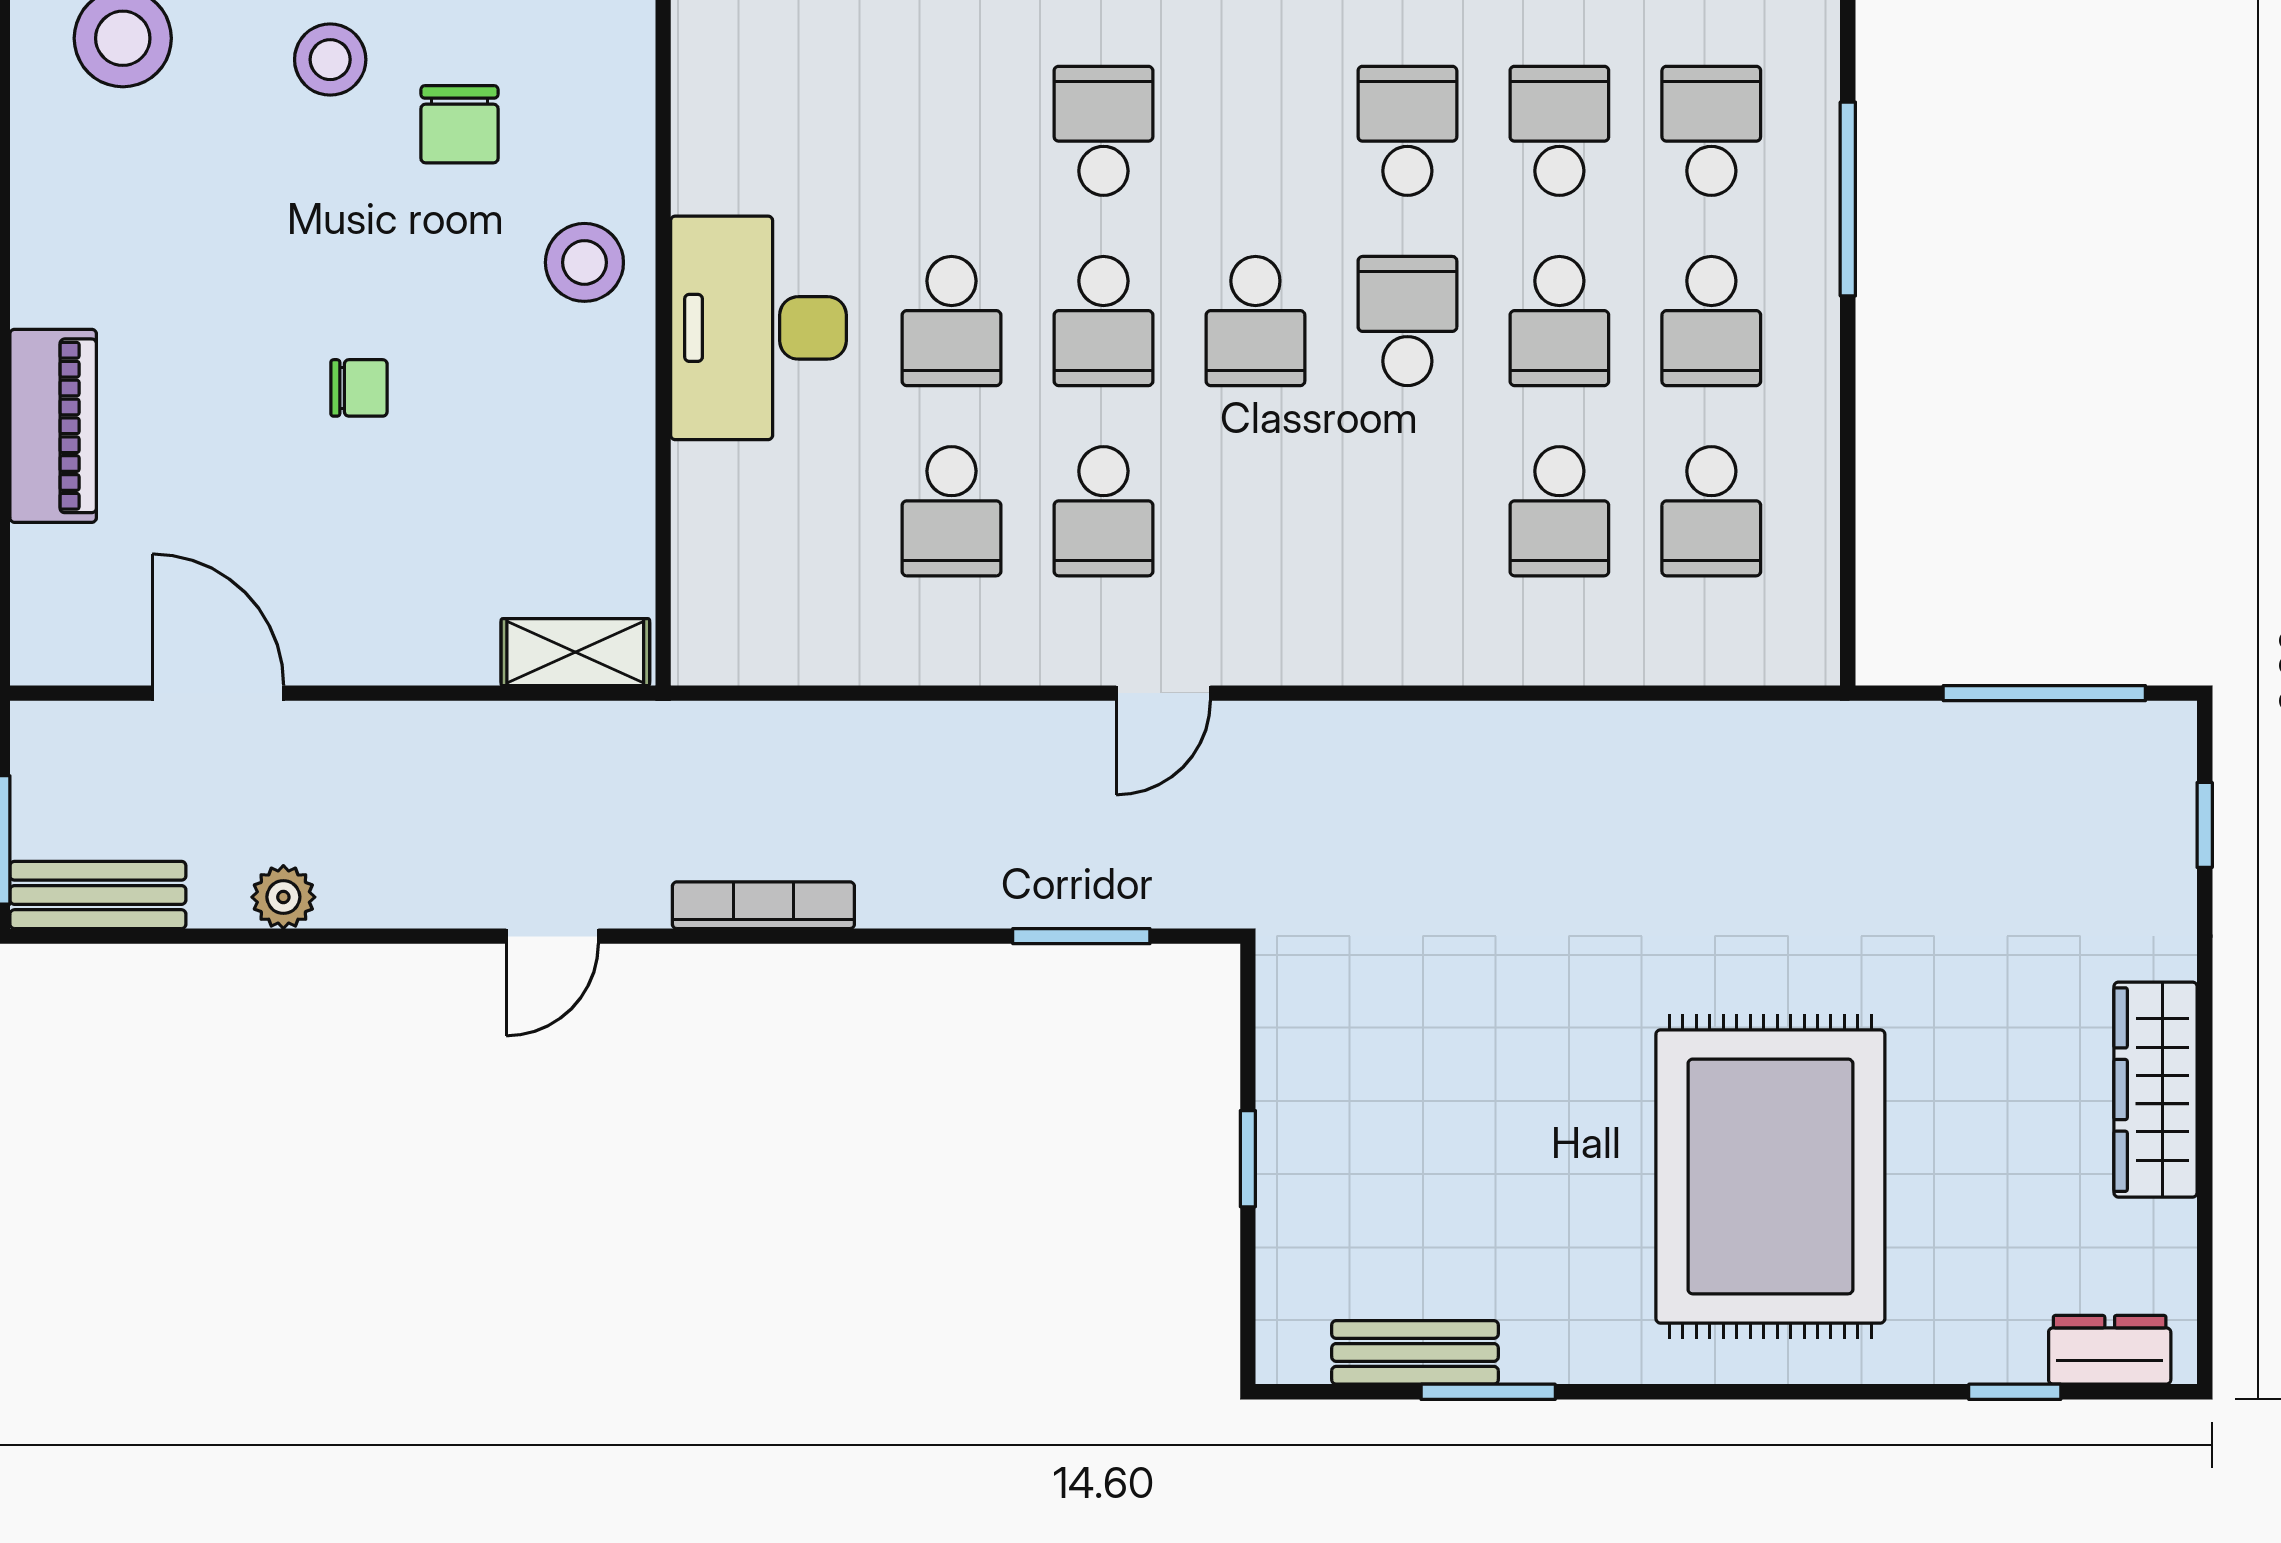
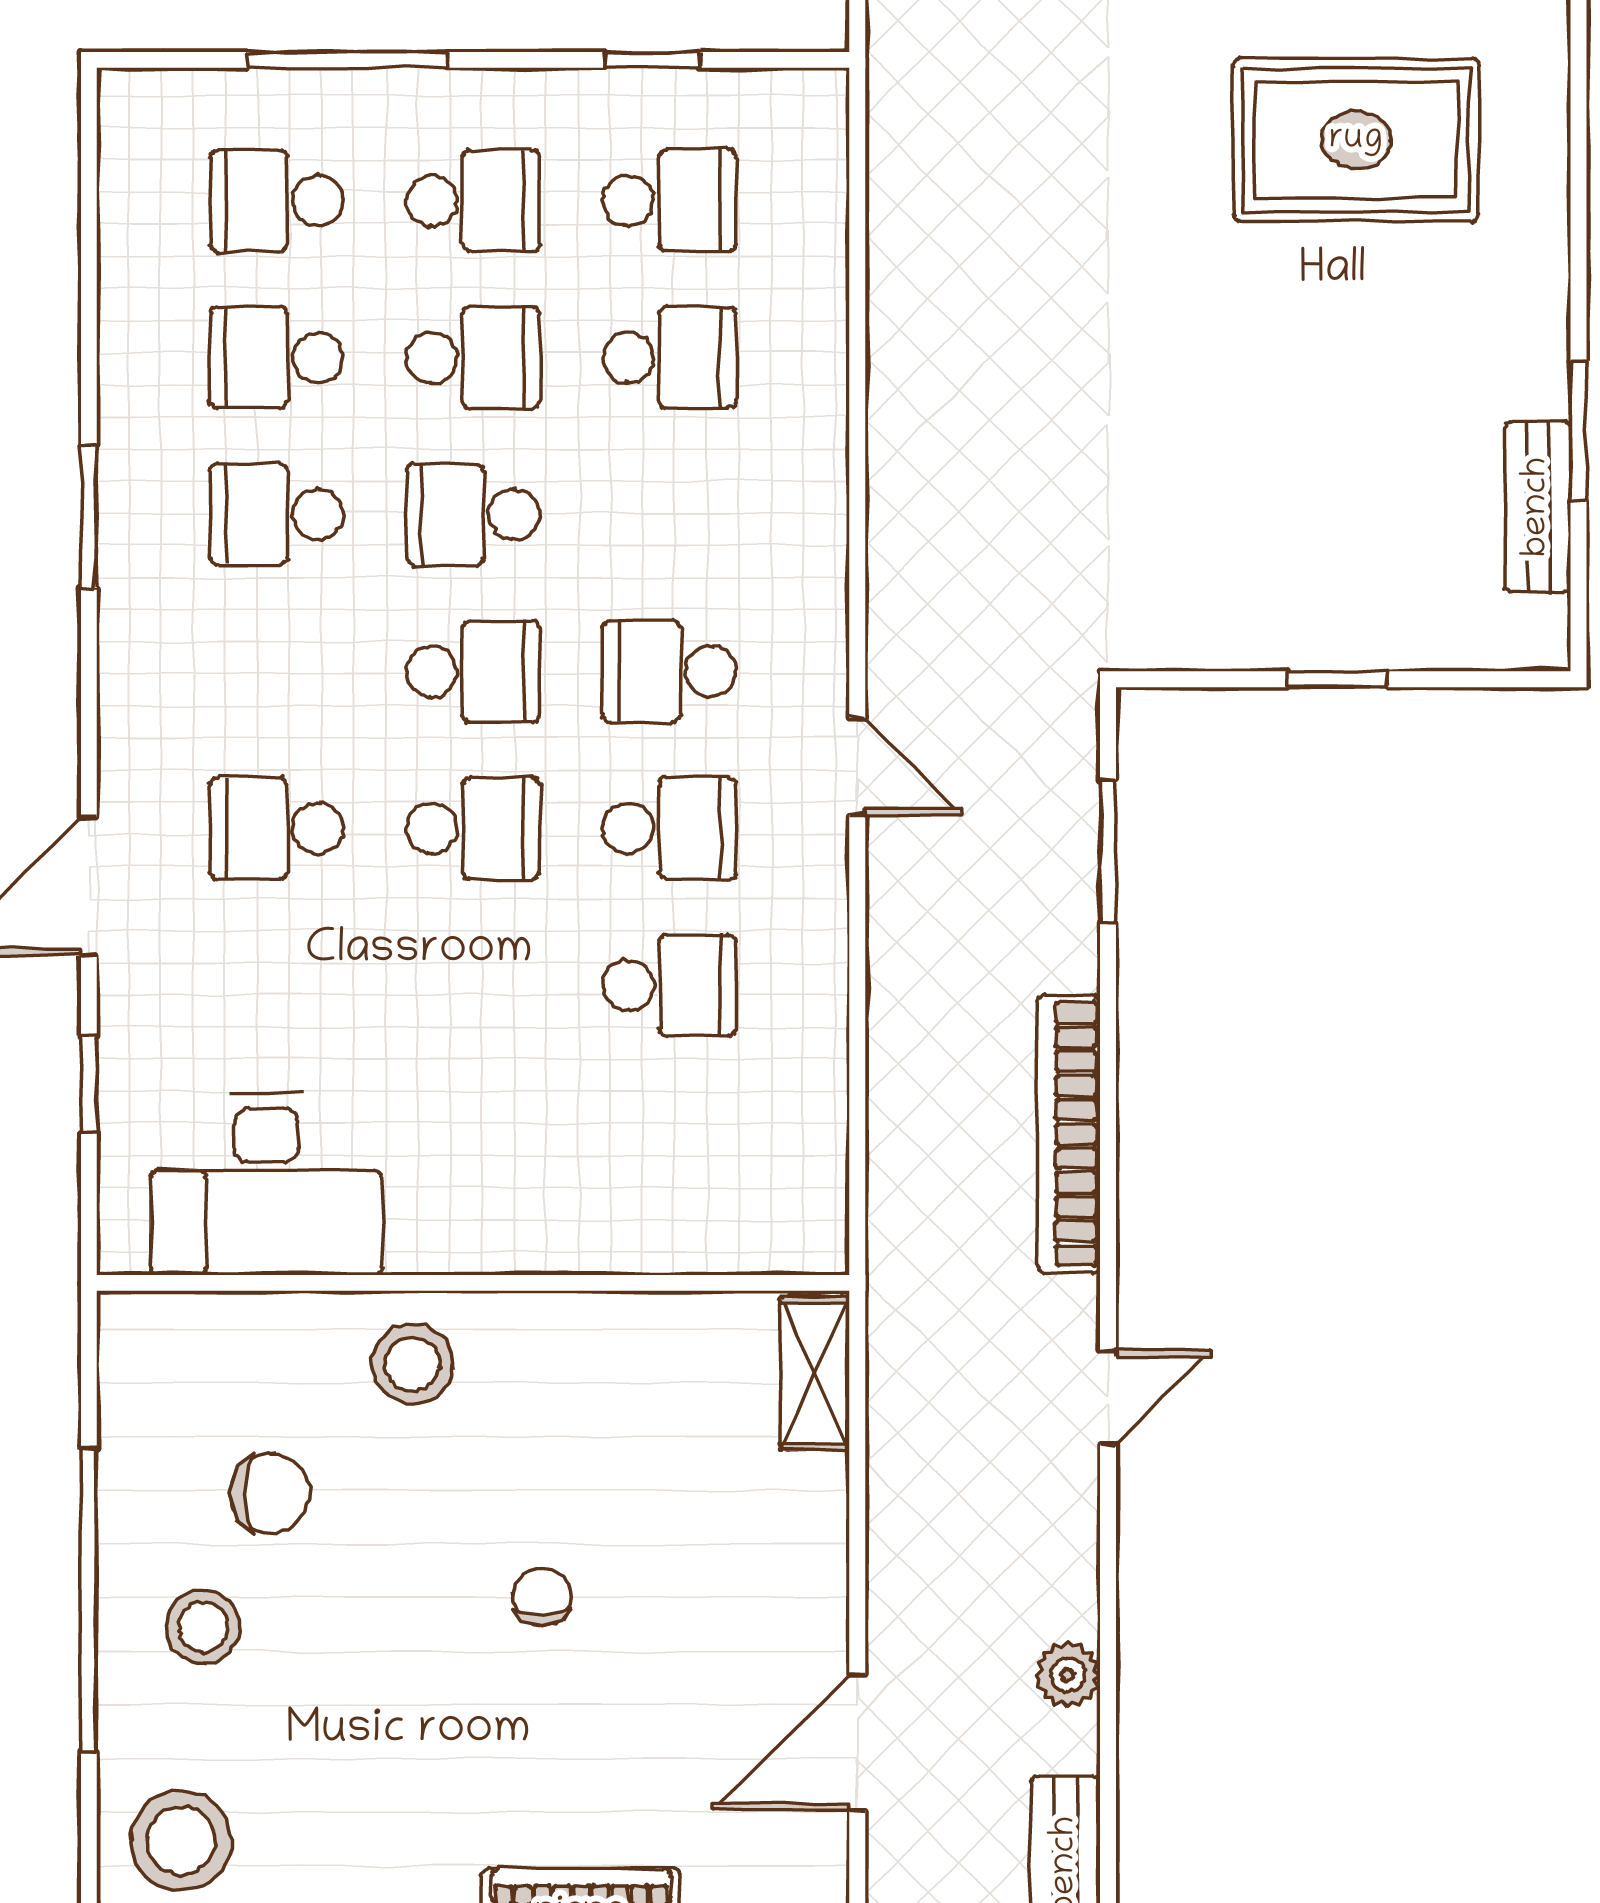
school desk: (952, 321) -> (669, 671), moved, turned 180
desk: (759, 328) -> (266, 1184), moved
window: (1848, 495) -> (653, 60), added
bookcase: (763, 905) -> (1069, 1134), width x1.48, depth x1.31
door: (552, 936) -> (1108, 1397), hinge flipped
rug: (1770, 1176) -> (1356, 140), width x0.73, depth x0.69

